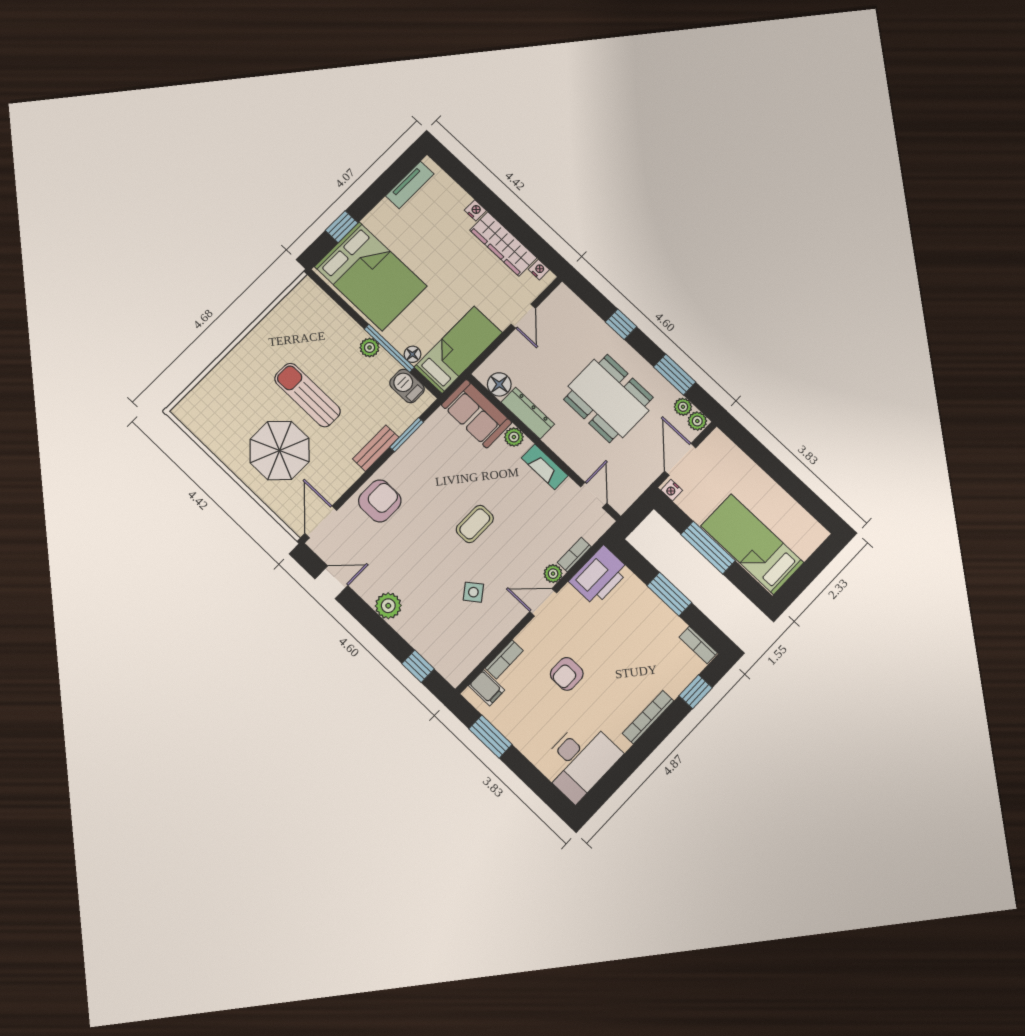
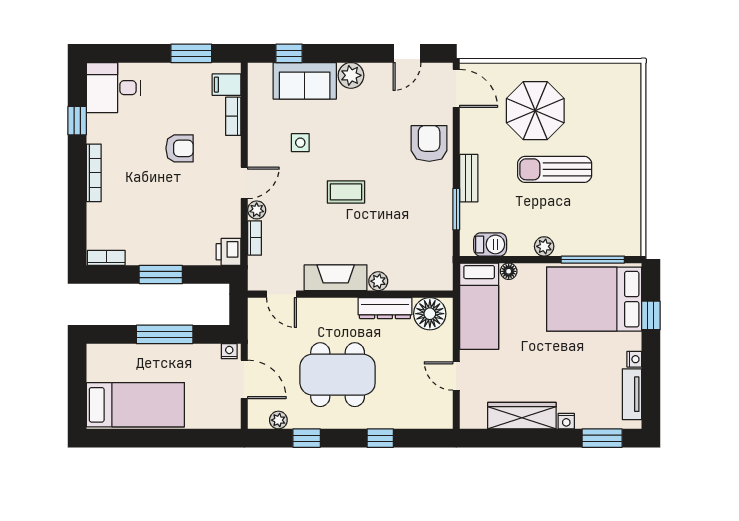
window: (461, 175) -> (602, 438), added
nightstand: (539, 270) -> (634, 359), moved, turned -90
window: (389, 348) -> (593, 260), moved
window: (675, 375) -> (307, 438), width x0.67
floor lamp: (499, 384) -> (430, 314), width x1.38, depth x1.38
sun lounger: (307, 395) -> (555, 169), turned 180
sofa: (477, 414) -> (305, 81), moved, turned 180
plant: (697, 421) -> (258, 419), removed
fireplace: (545, 467) -> (336, 278), width x1.37, depth x1.32
armchair: (380, 501) -> (429, 143), turned 180
coffee table: (475, 524) -> (346, 192), turned 90
bed: (752, 544) -> (135, 405), moved
printer: (599, 576) -> (229, 252), width x0.53, depth x0.68
side table: (473, 592) -> (300, 143), turned 37
armchair: (567, 674) -> (180, 148), turned 90
window: (696, 692) -> (77, 121), moved
desk: (580, 760) -> (113, 88), width x0.73

